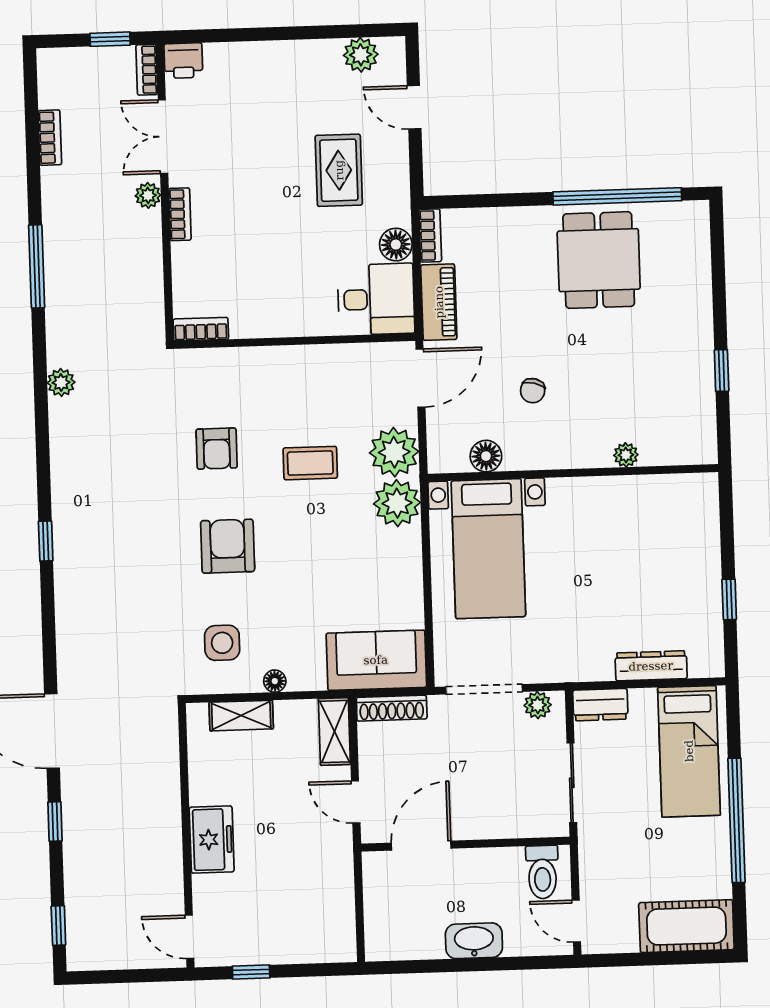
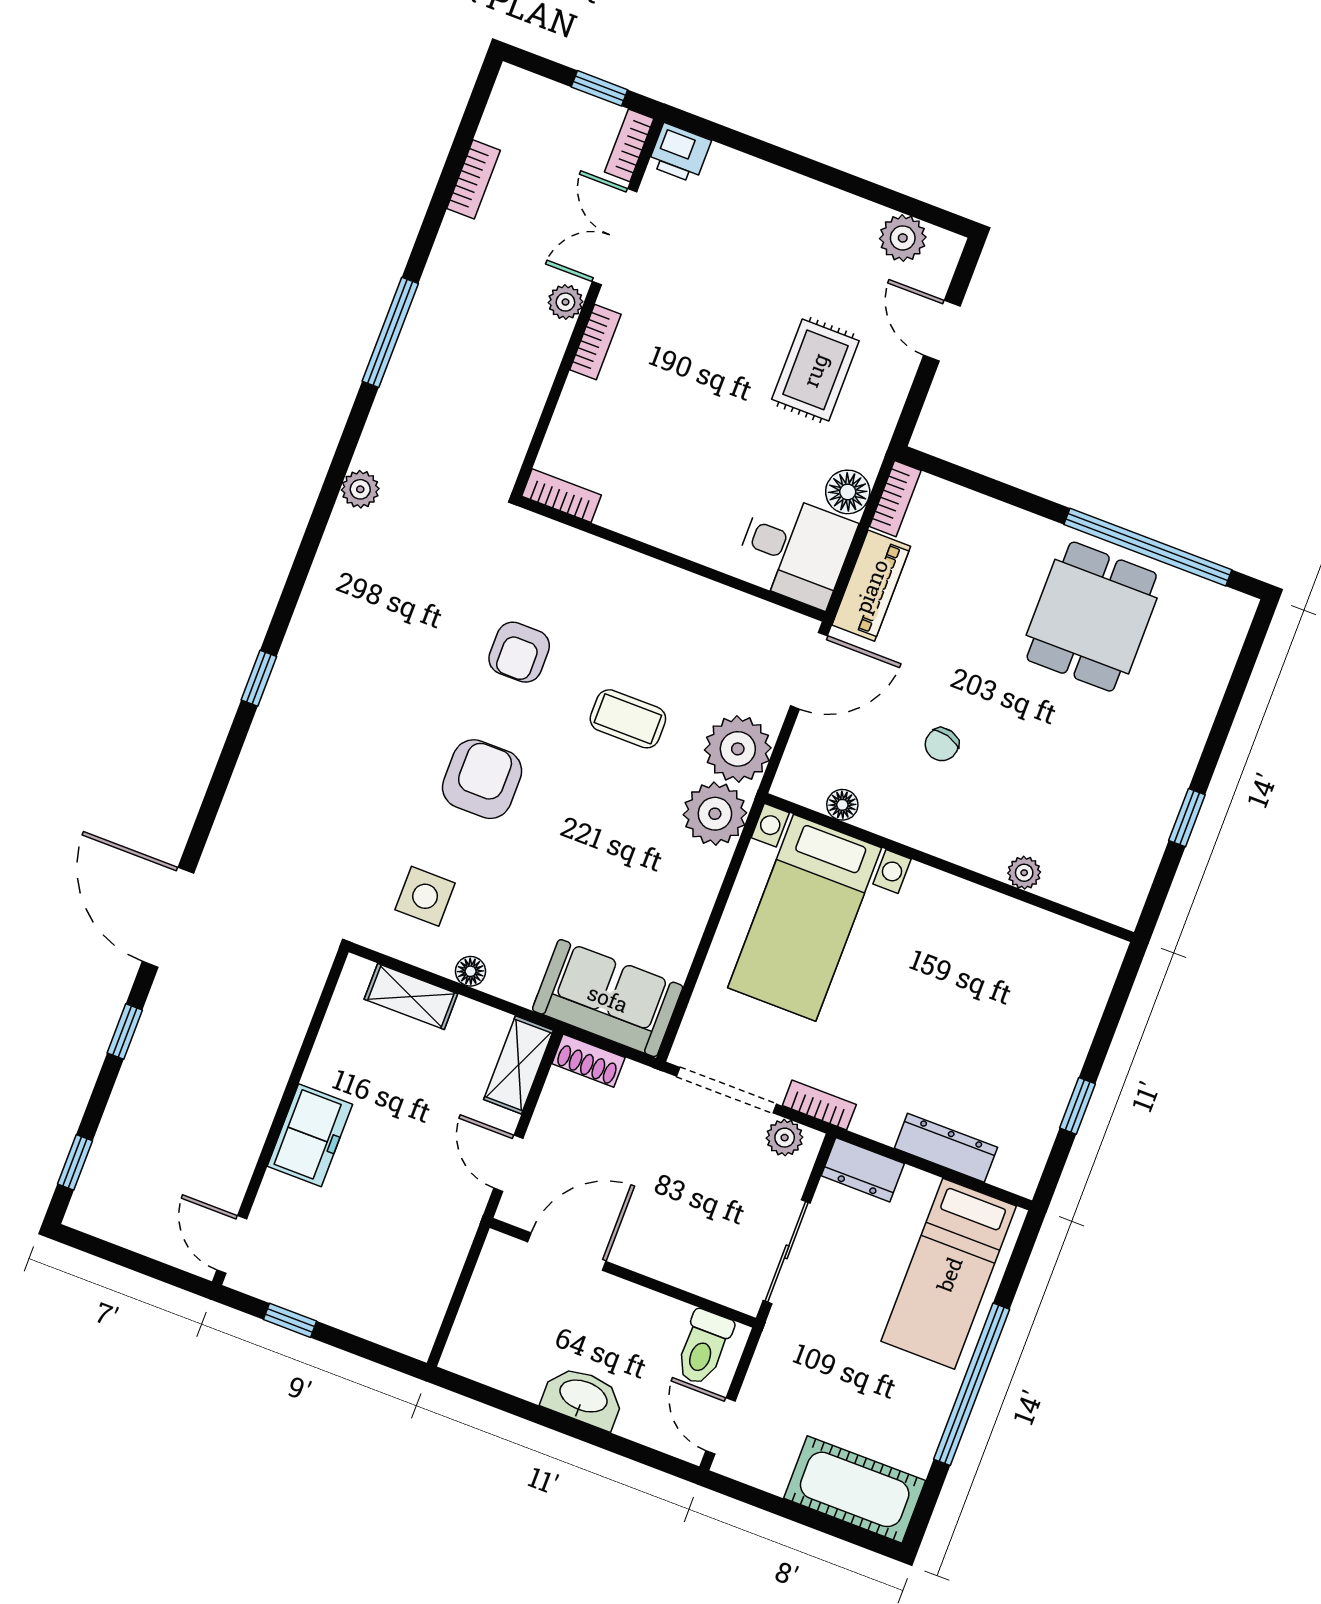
floor lamp: (486, 456) -> (842, 805), width x0.73, depth x0.73
bookcase: (552, 673) -> (819, 1105), added
shoe rack: (392, 708) -> (588, 1061), width x0.70

